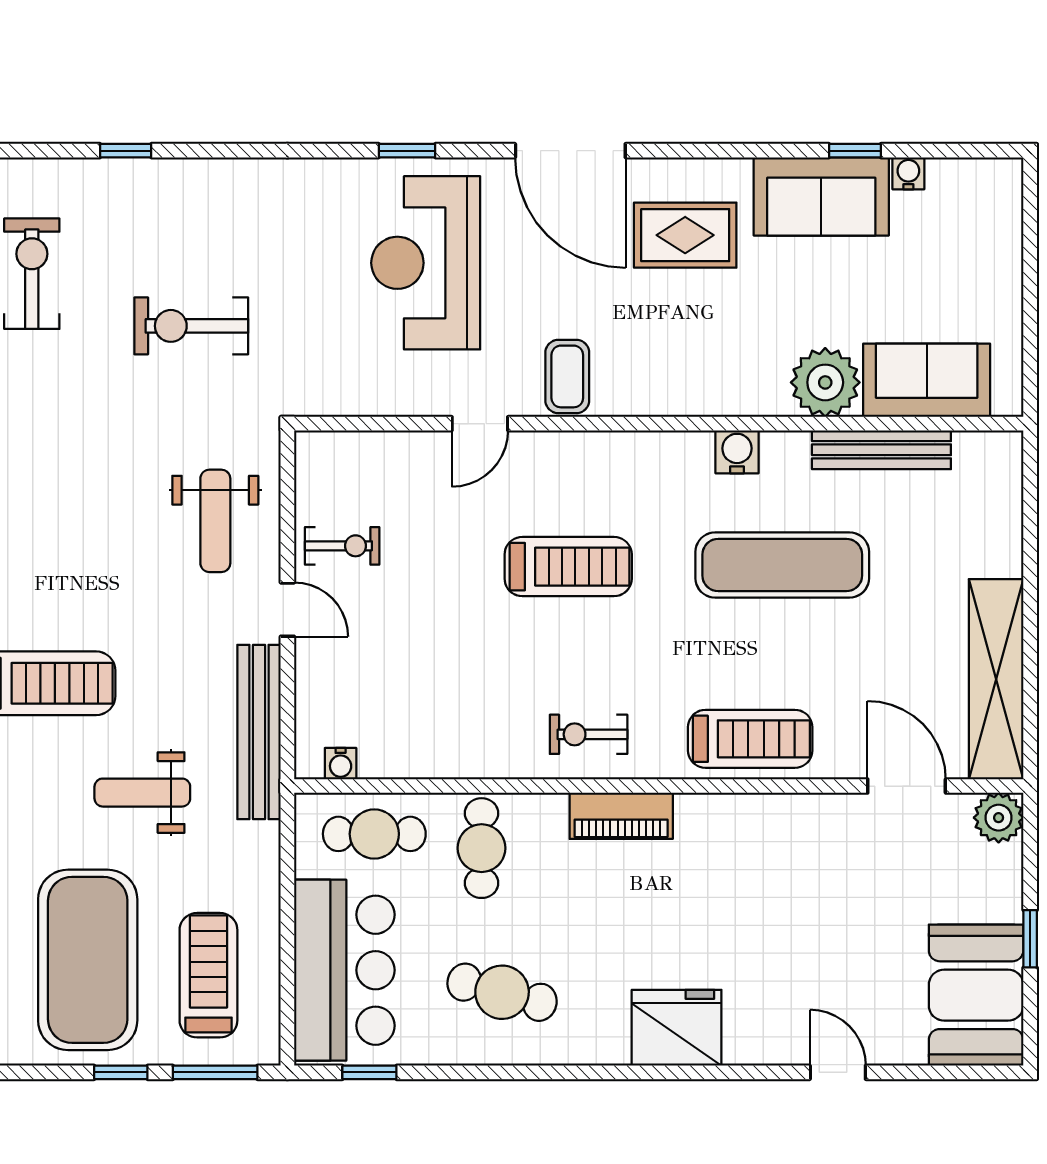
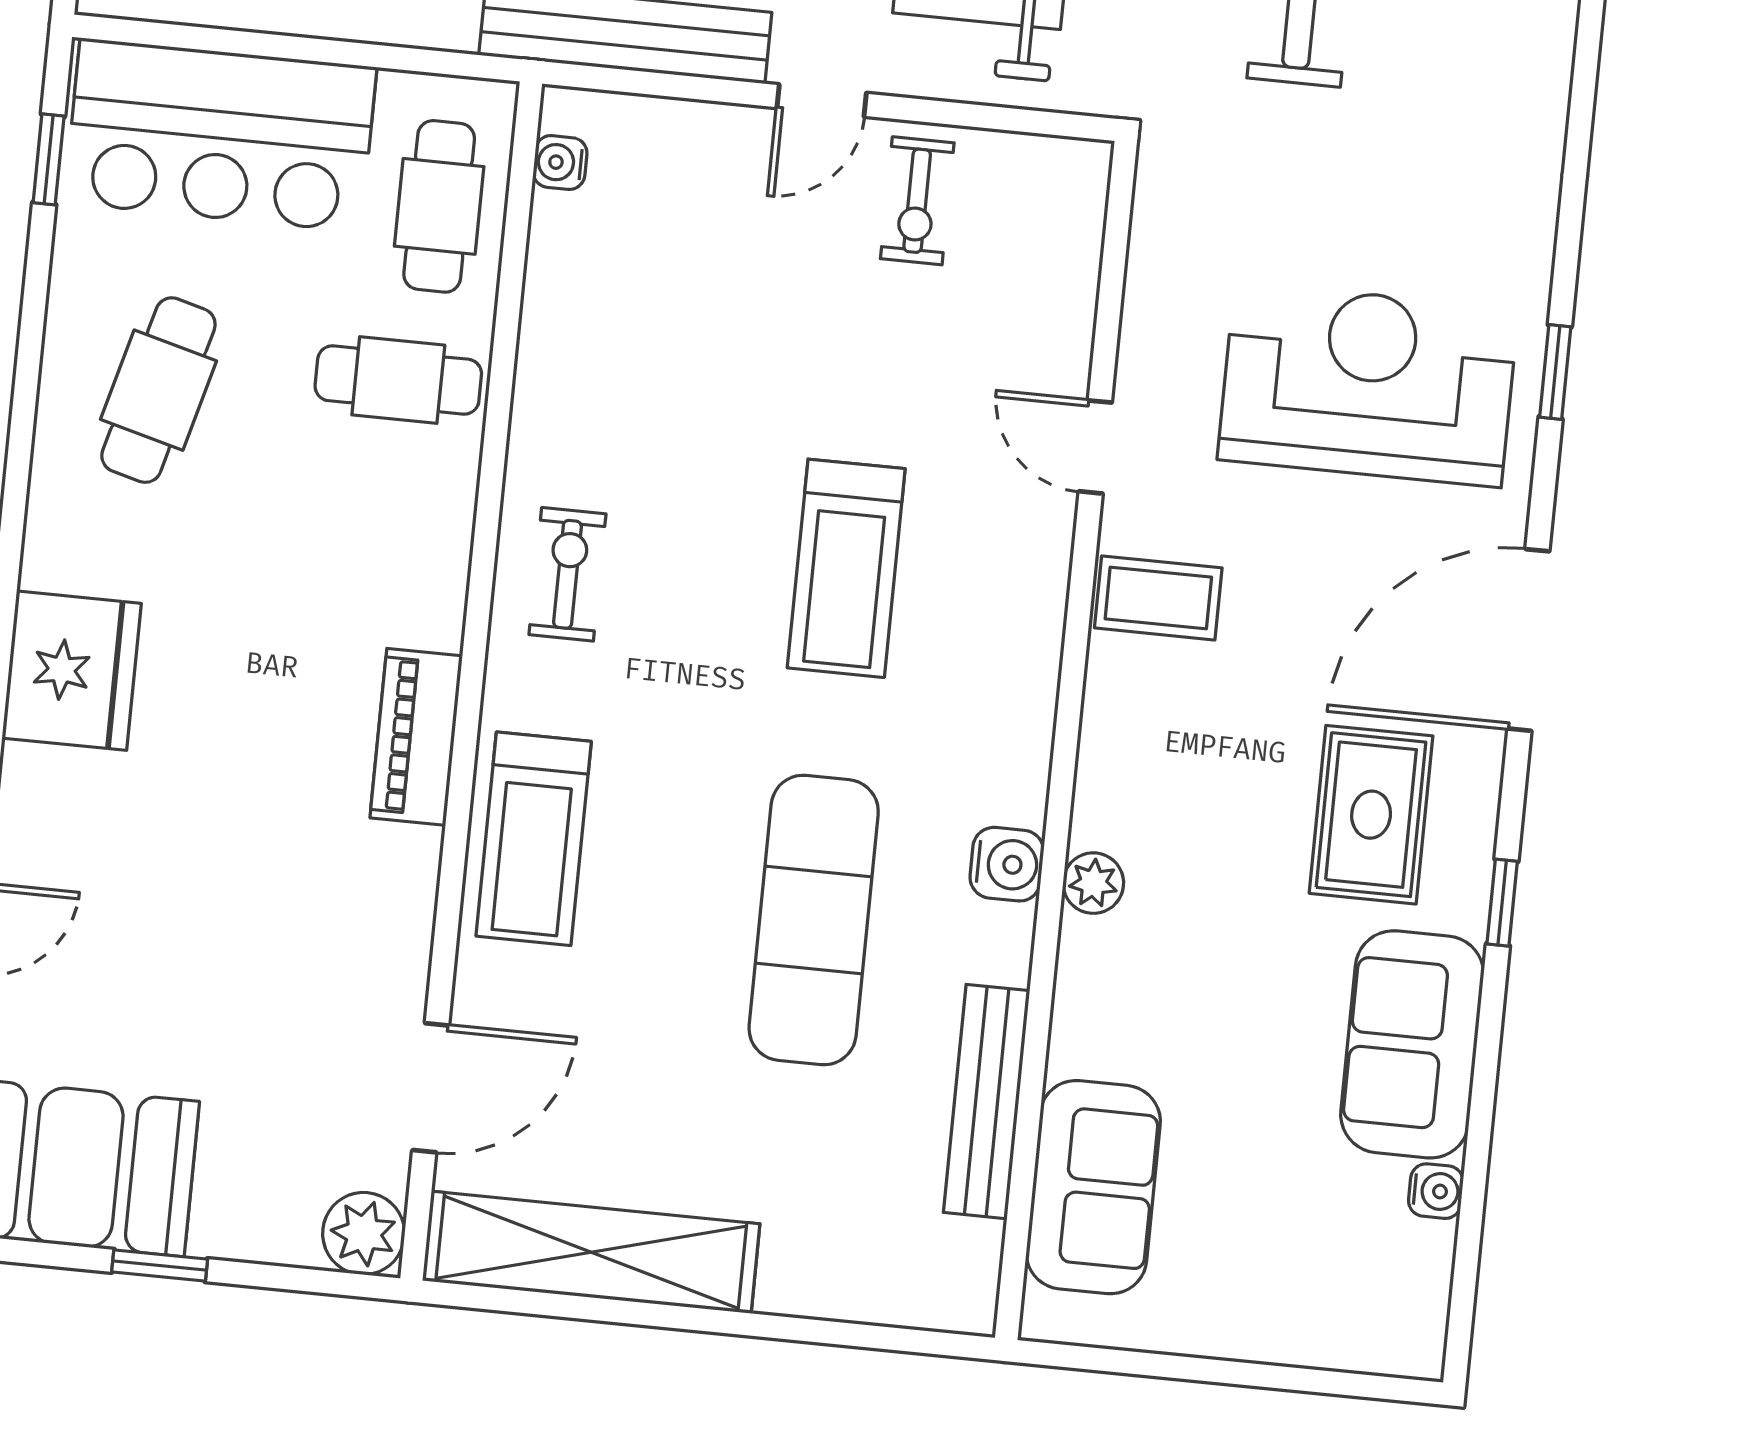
window: (855, 151) -> (1502, 903), moved
plant: (825, 382) -> (1093, 883), moved, width x0.53, depth x0.53
piano: (621, 816) -> (416, 737), moved

